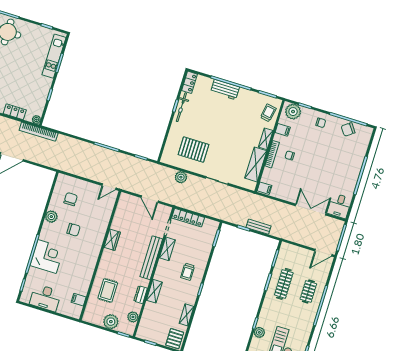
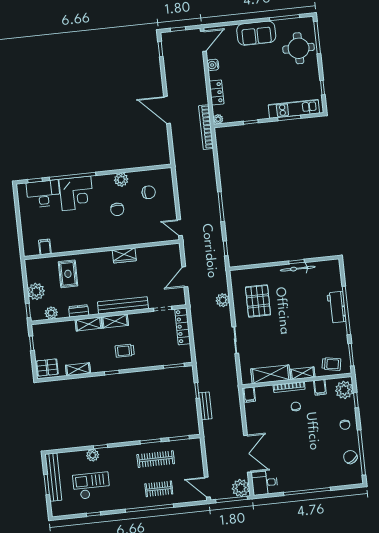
locker: (190, 82) -> (328, 266), removed
plant: (335, 227) -> (241, 488), added
shelving: (167, 249) -> (115, 321), moved
rug: (108, 291) -> (68, 274), turned 90
desk: (45, 298) -> (43, 194), moved, turned 90

